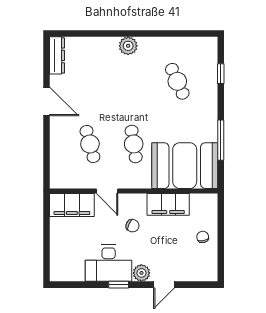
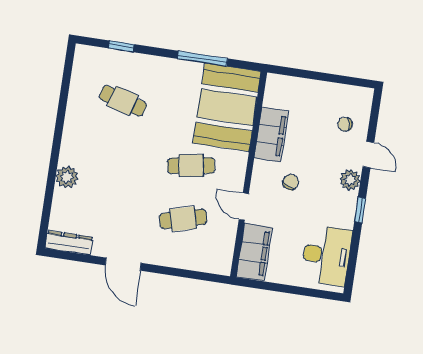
plant: (128, 46) -> (67, 177), moved
cafe table: (177, 81) -> (123, 101), turned 39
door: (46, 101) -> (123, 264), swing flipped
door: (107, 191) -> (244, 207), swing flipped
chair: (203, 237) -> (345, 124), moved
desk: (109, 263) -> (326, 255), moved

